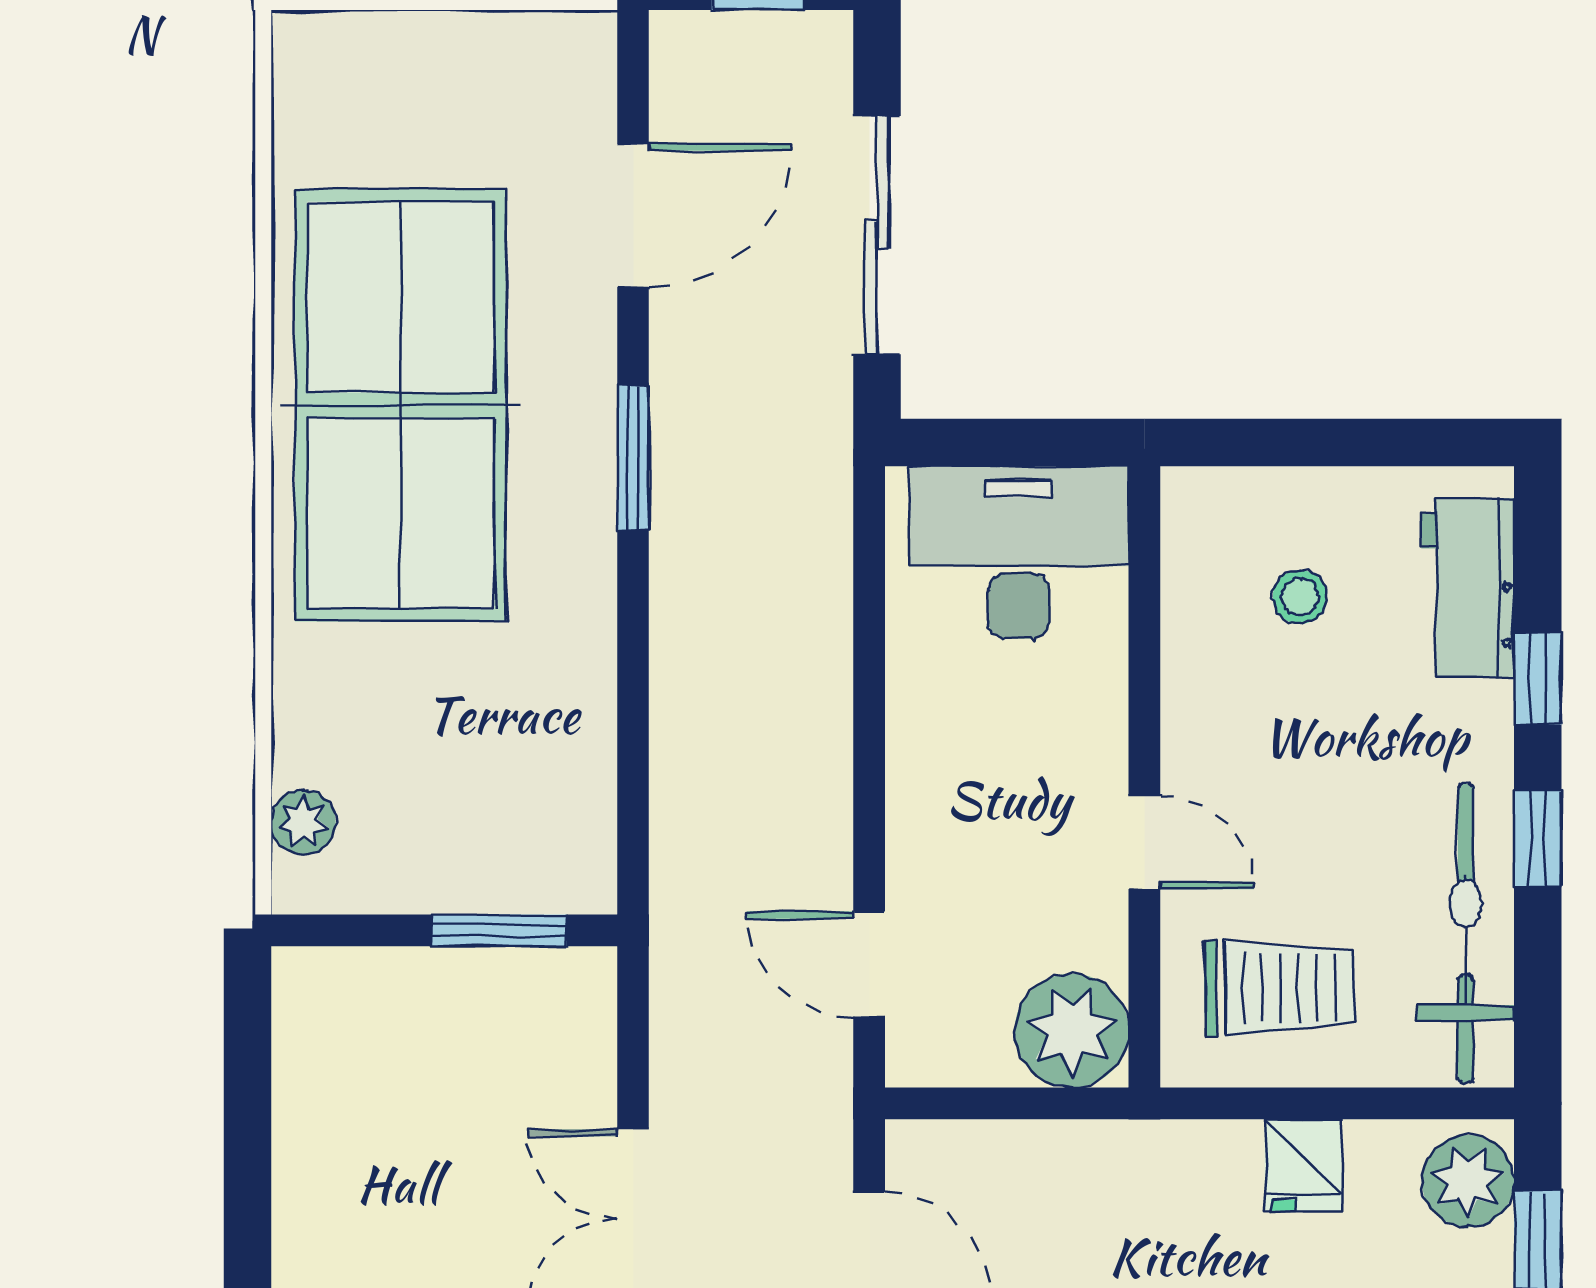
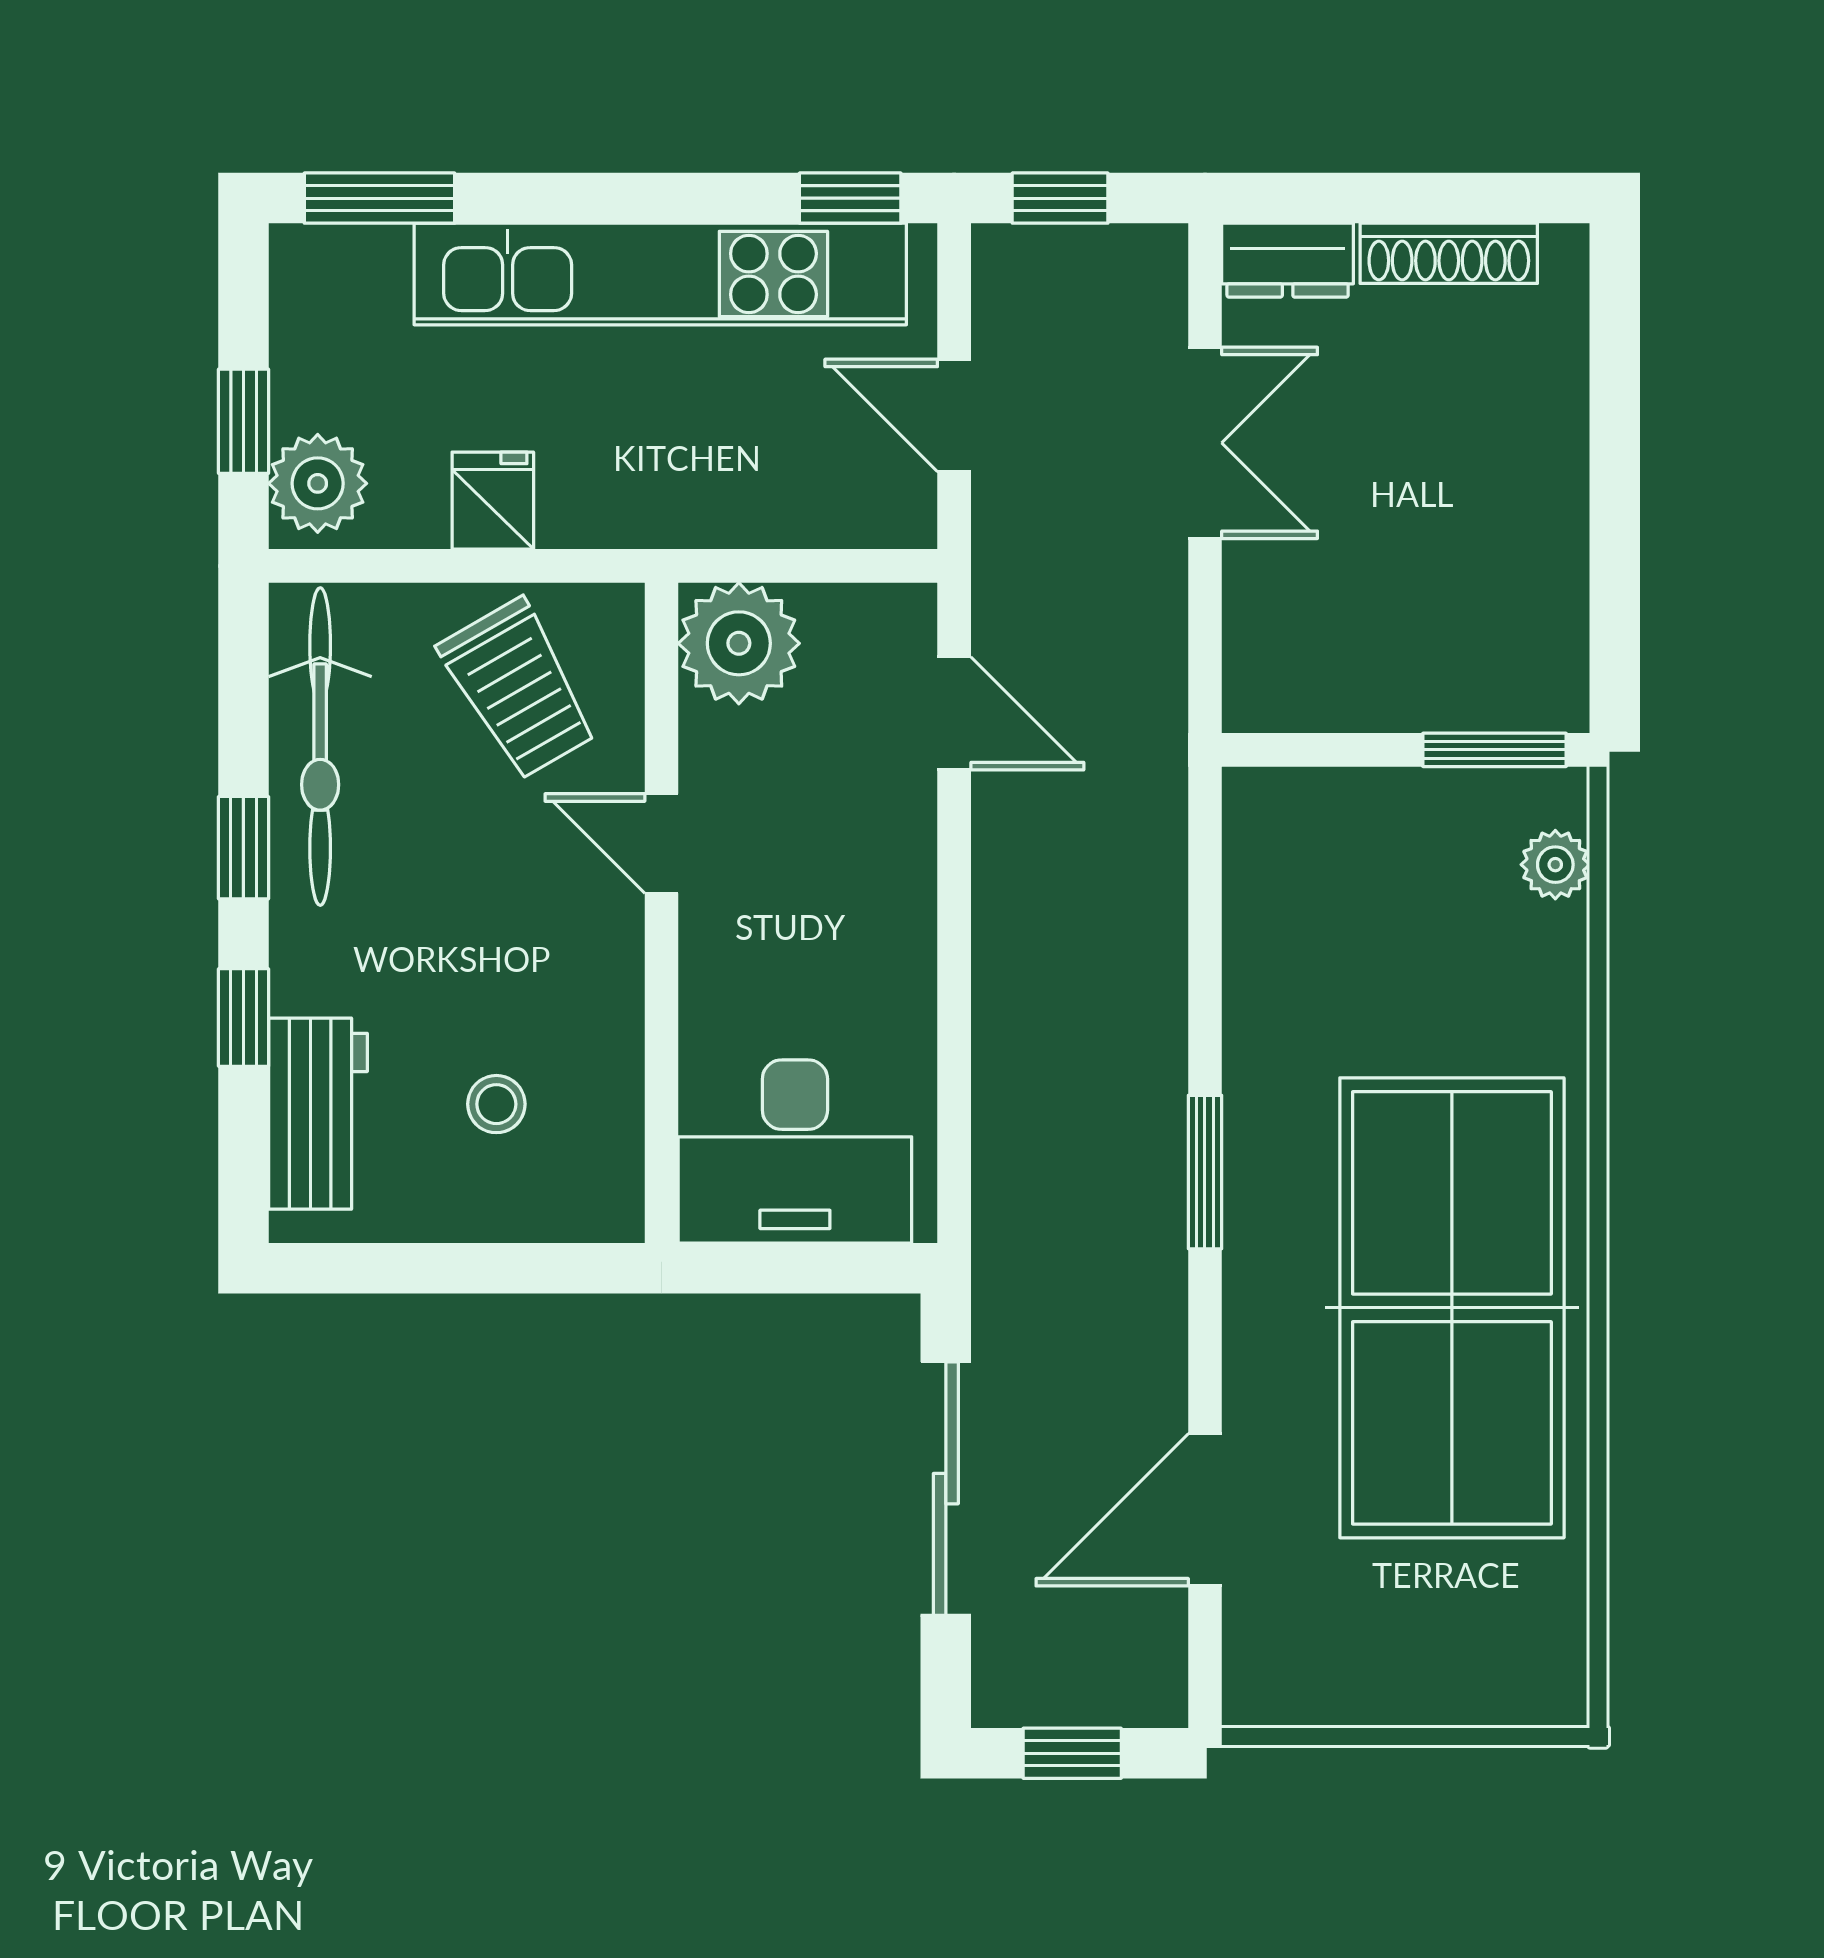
window: (633, 457) -> (1205, 1172), moved
window: (499, 930) -> (1494, 750), moved
trolley: (1279, 988) -> (519, 689), turned -119

